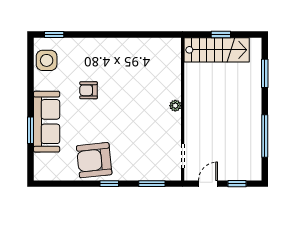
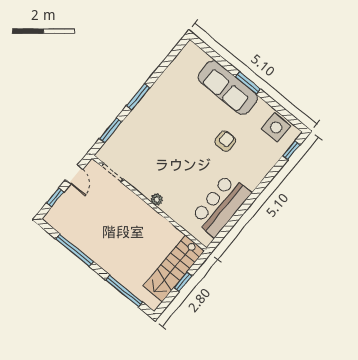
bar counter: (140, 54) -> (221, 205), added
window: (265, 73) -> (124, 291), width x1.44
window: (31, 130) -> (248, 83), moved
armchair: (94, 160) -> (166, 100), removed
window: (109, 184) -> (138, 97), width x1.50

